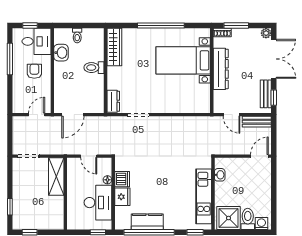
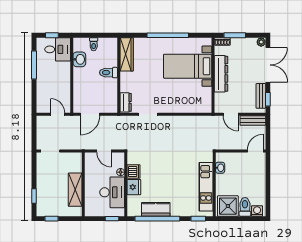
armchair: (34, 71) -> (56, 76), removed
door: (37, 115) -> (58, 114), hinge flipped
shelving: (56, 176) -> (75, 190), moved

